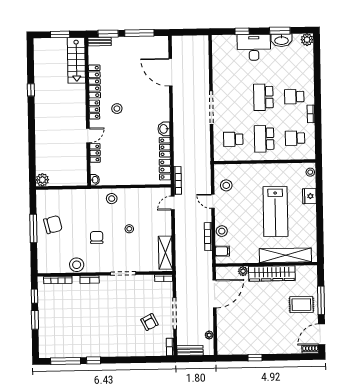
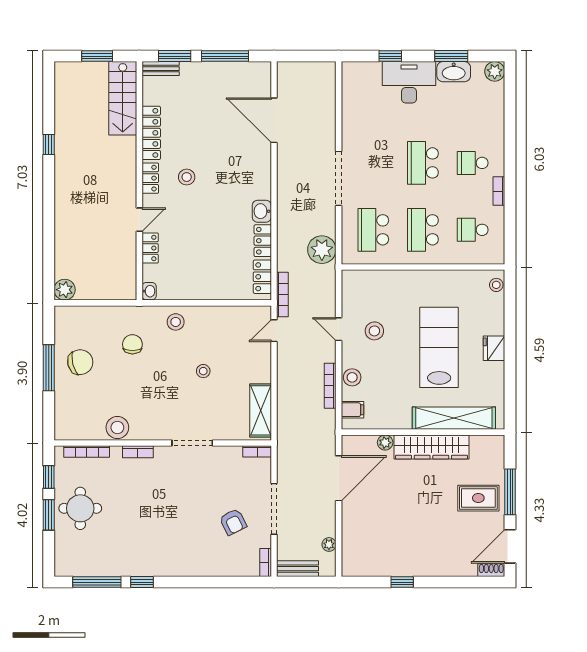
school desk: (233, 139) -> (373, 230), width x1.85
plant: (202, 152) -> (322, 250), added
stool: (226, 185) -> (374, 331), moved
fridge: (309, 196) -> (494, 348), moved
lab bench: (275, 212) -> (439, 347), turned 180
chair: (97, 237) -> (132, 344), moved
round table: (54, 315) -> (80, 508), added

